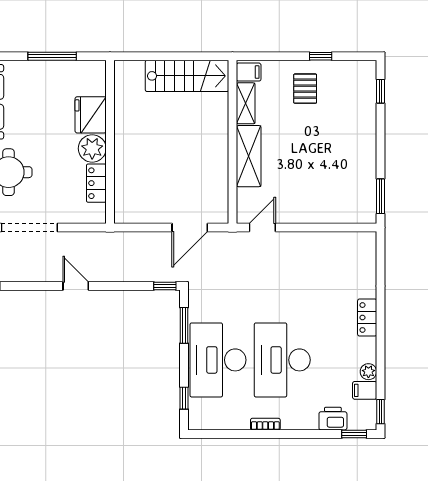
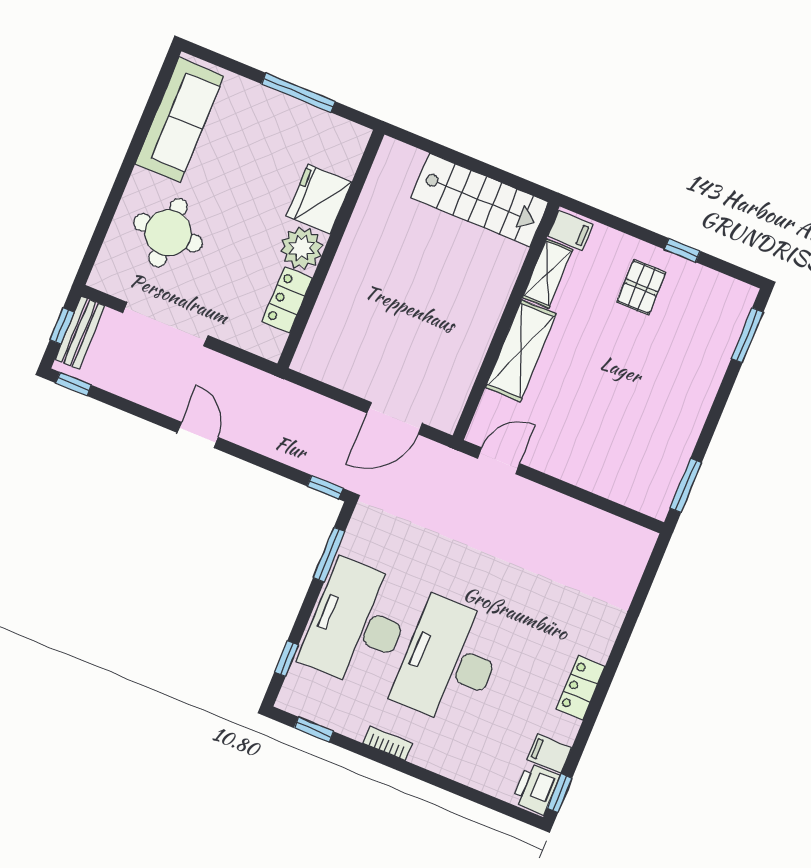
window: (380, 91) -> (747, 335), width x1.50
locker: (367, 318) -> (581, 688), moved
plant: (368, 372) -> (566, 729), removed
printer: (333, 419) -> (536, 789), moved, turned -90
window: (354, 434) -> (314, 730), moved

